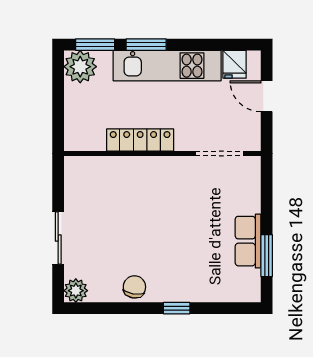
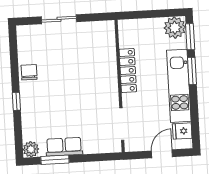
chair: (134, 287) -> (29, 72), turned -99
plant: (76, 291) -> (31, 149), moved

